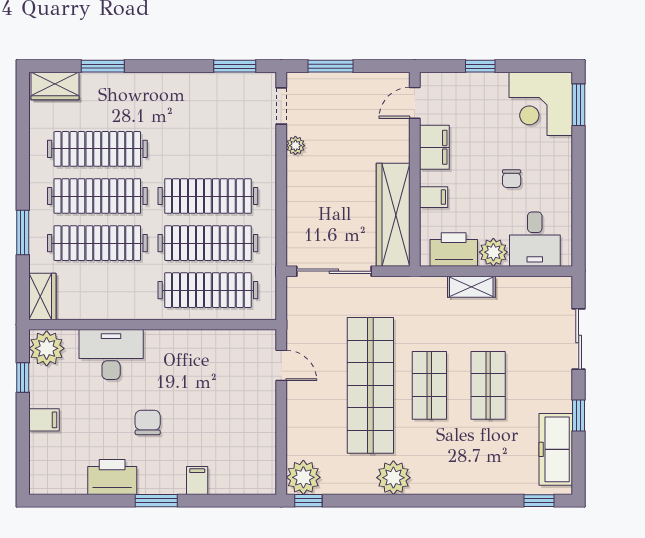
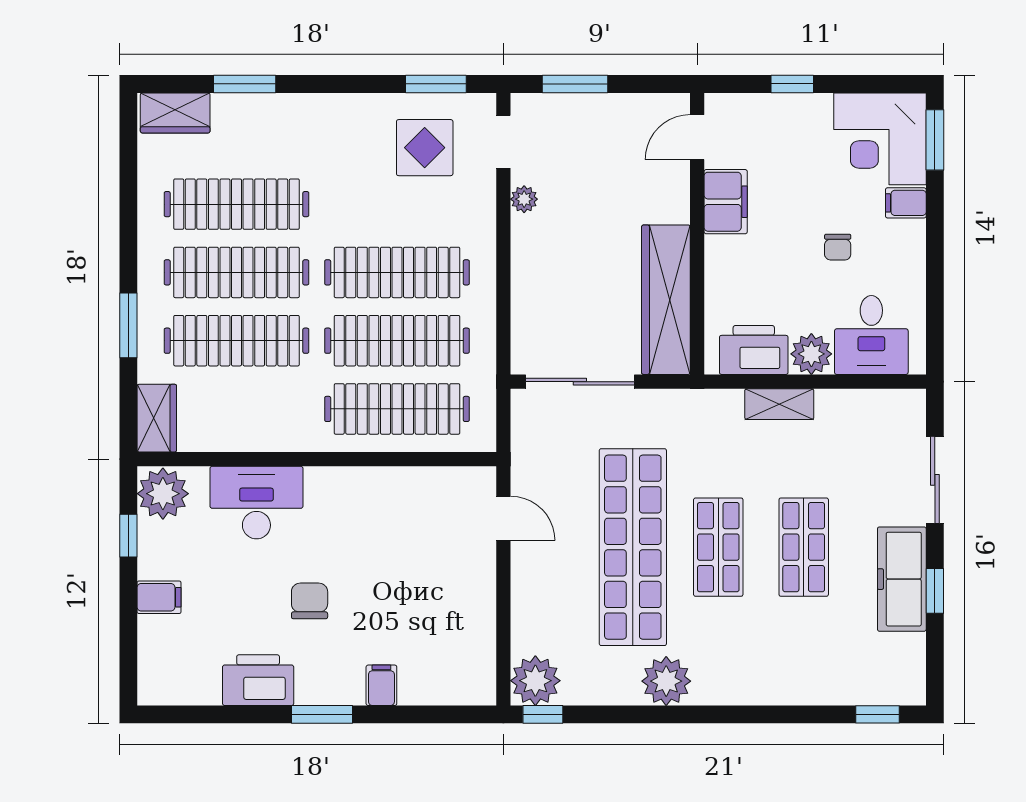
display table: (227, 110) -> (425, 148), added
filing cabinet: (434, 197) -> (906, 203), moved, turned 180
freezer: (556, 449) -> (902, 579), moved

